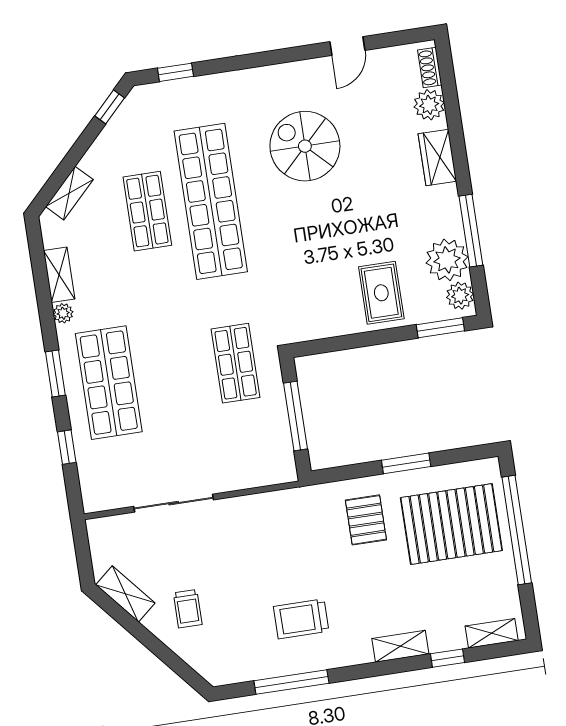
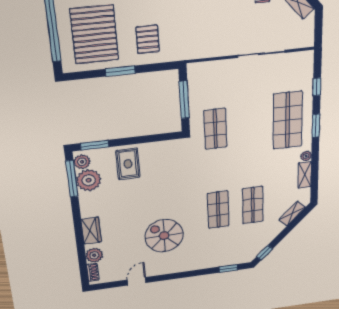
spiral stairs: (305, 146) -> (164, 236), turned 180
shop shelf: (211, 201) -> (218, 210), width x0.50, depth x0.74
window: (471, 231) -> (72, 179), moved
pallet: (451, 524) -> (94, 34), turned 90

